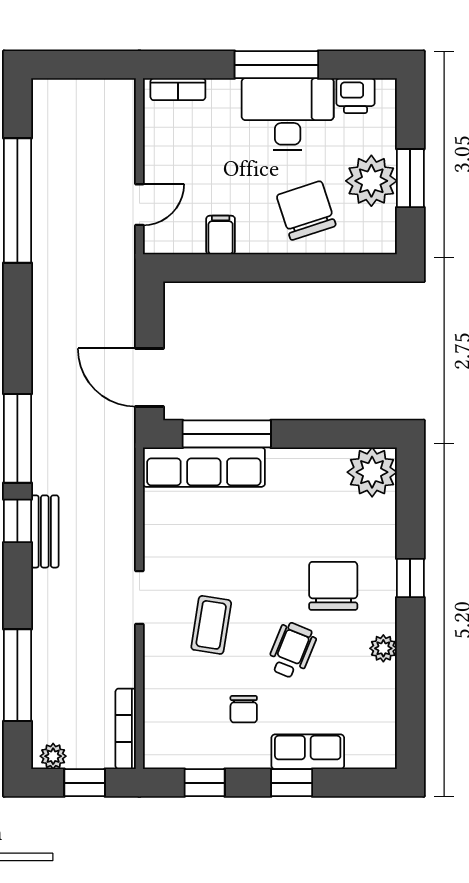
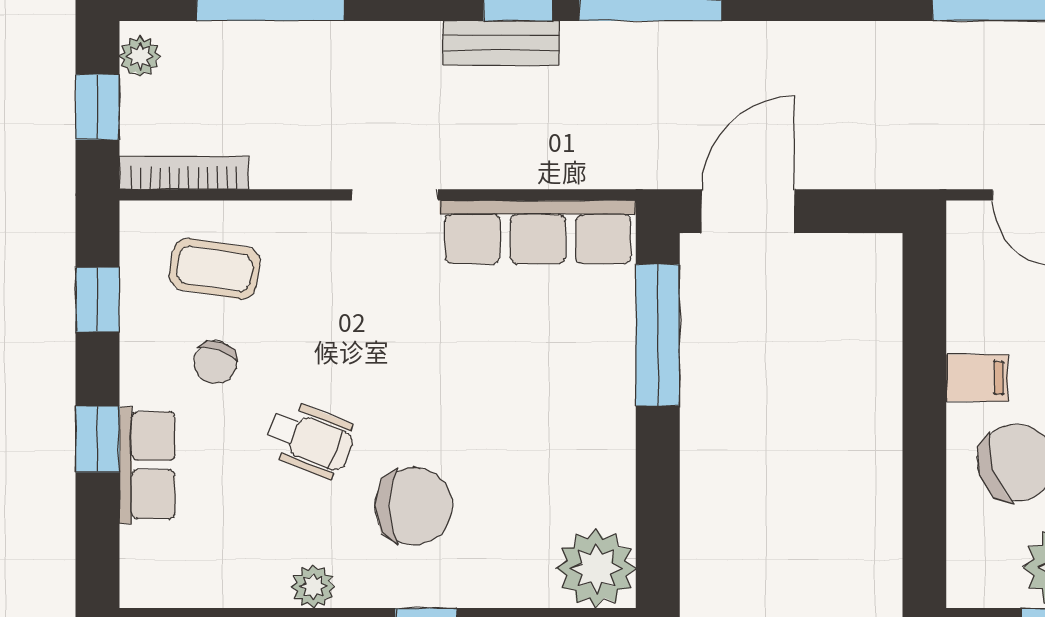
filing cabinet: (221, 235) -> (977, 378), moved
row of seats: (204, 467) -> (538, 232), moved, turned -90
coffee table: (211, 625) -> (215, 269), moved
chair: (244, 709) -> (215, 362), turned -73

